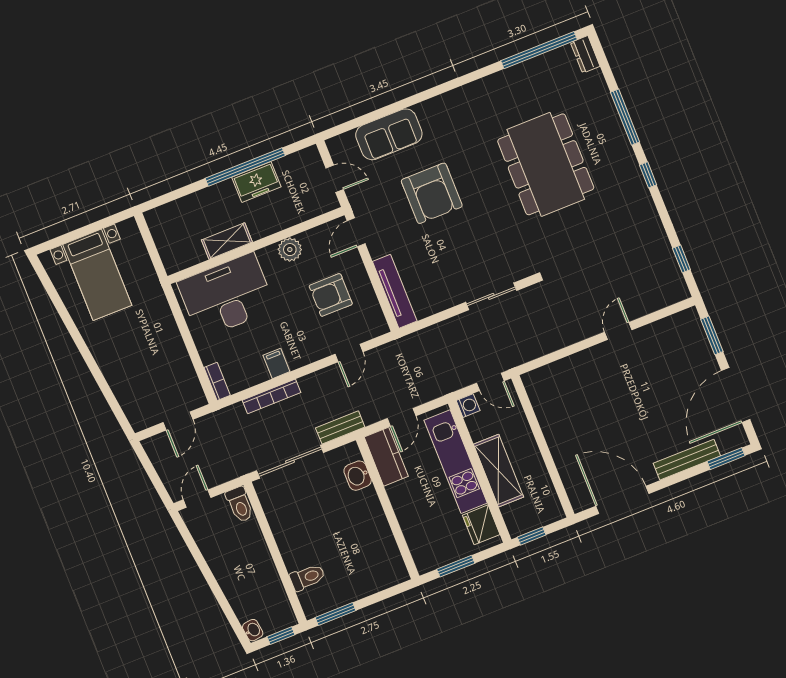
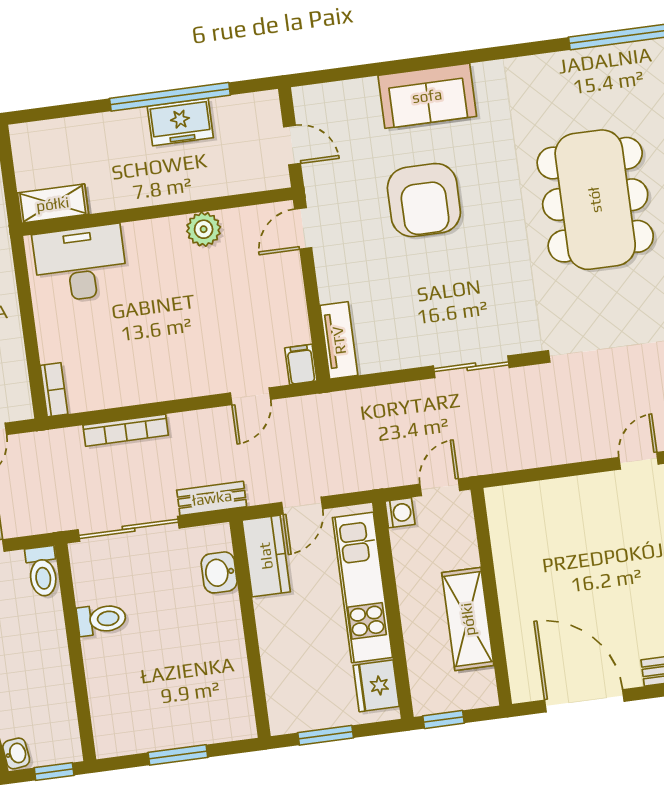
sofa: (389, 134) -> (427, 96), moved
shelving: (227, 241) -> (53, 204), moved
tv unit: (395, 291) -> (339, 340), width x0.71
armchair: (331, 295) -> (245, 308), removed
desk: (226, 296) -> (80, 264), width x0.73, depth x0.77
filing cabinet: (276, 363) -> (301, 364), moved
door: (490, 382) -> (440, 487), swing flipped
shelving: (499, 471) -> (468, 619), moved
toilet: (307, 577) -> (102, 619), moved
window: (335, 614) -> (178, 755), moved

